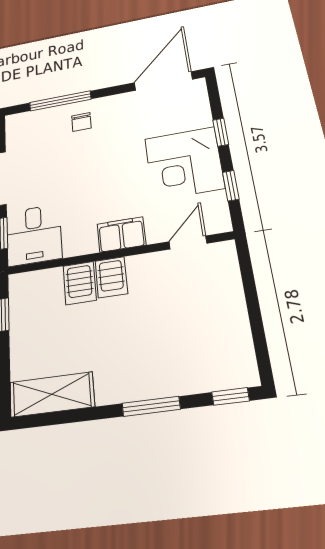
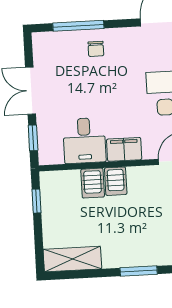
desk: (34, 235) -> (84, 140), moved

